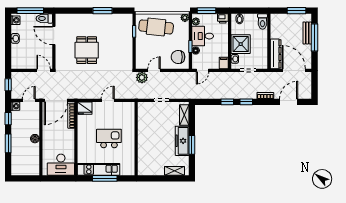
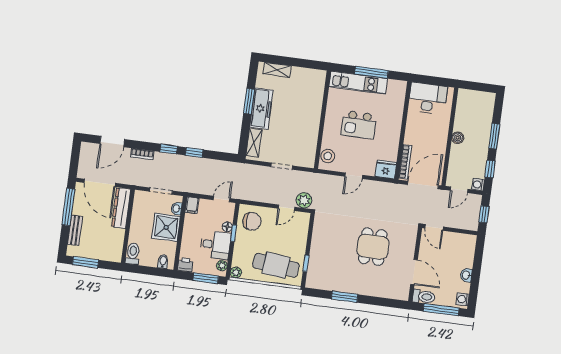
window: (315, 37) -> (68, 207), moved
stool: (129, 112) -> (328, 156), added
kitchen unit: (99, 169) -> (358, 83), moved

